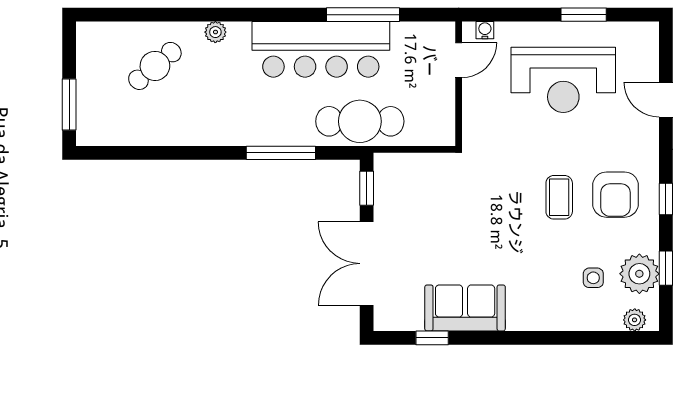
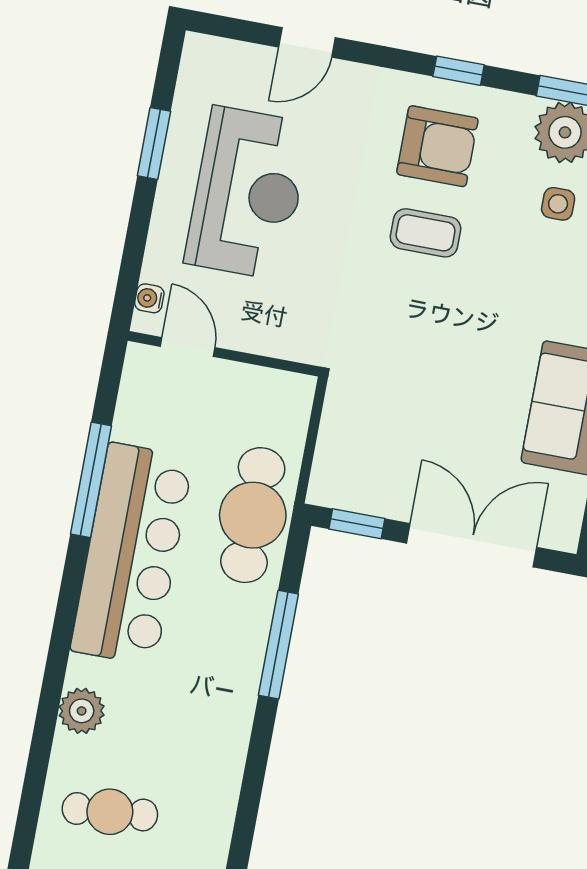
plant: (215, 32) -> (82, 711), width x1.38, depth x1.38
cafe table: (155, 66) -> (110, 812), turned -55
double door: (367, 264) -> (472, 545), swing flipped

